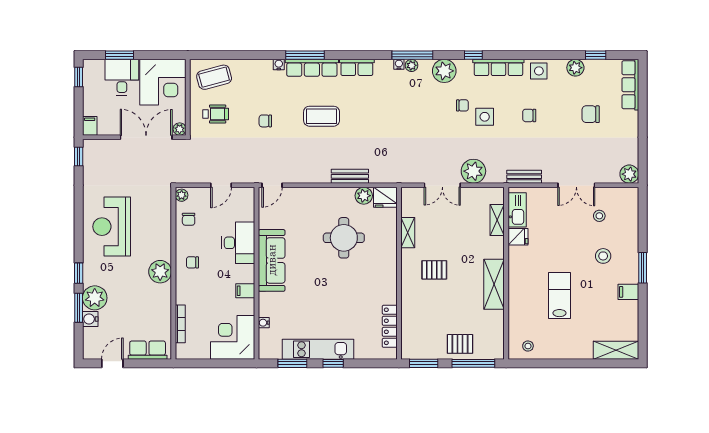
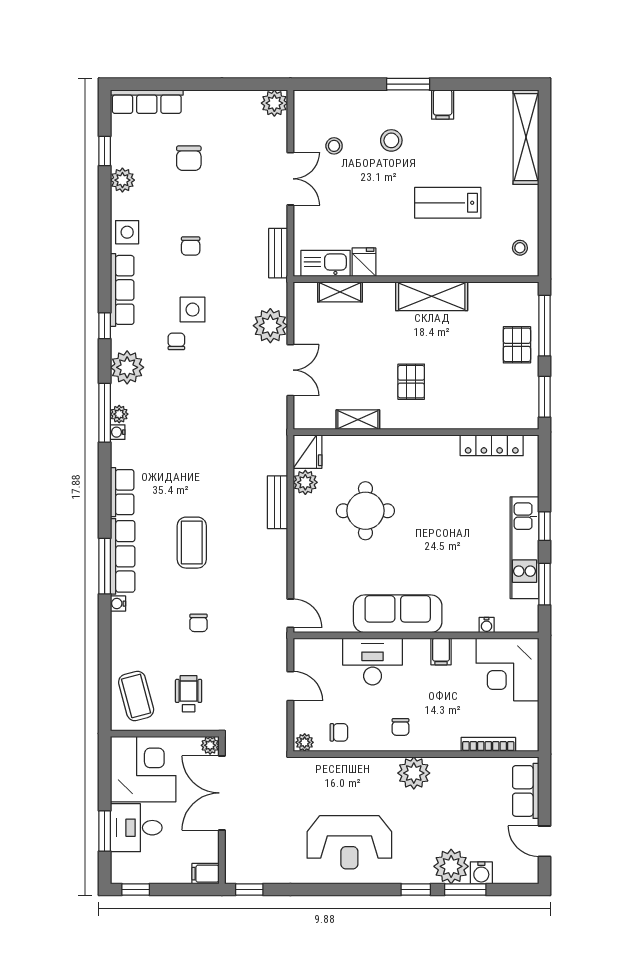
shelving: (616, 350) -> (526, 137), width x1.47

